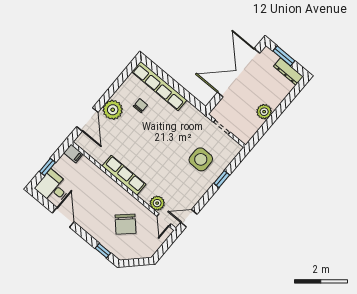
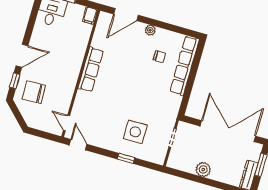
plant: (113, 110) -> (150, 30), width x0.53, depth x0.53
plant: (157, 203) -> (79, 110), removed
door: (63, 217) -> (22, 56), moved
door: (164, 220) -> (67, 123), hinge flipped
chair: (126, 224) -> (34, 92), moved, turned 41

